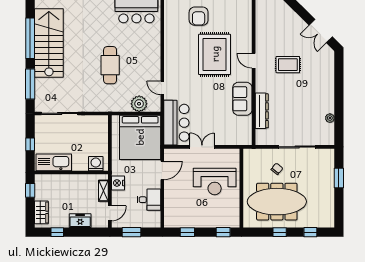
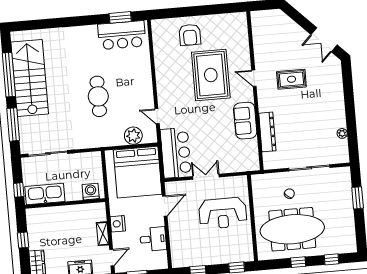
kitchen sink: (54, 162) -> (45, 194), moved
washing machine: (96, 164) -> (91, 192), moved
wall: (71, 173) -> (65, 203), moved

